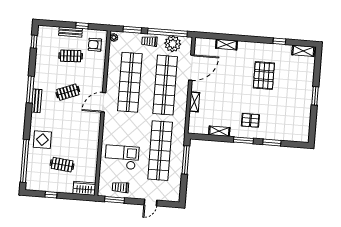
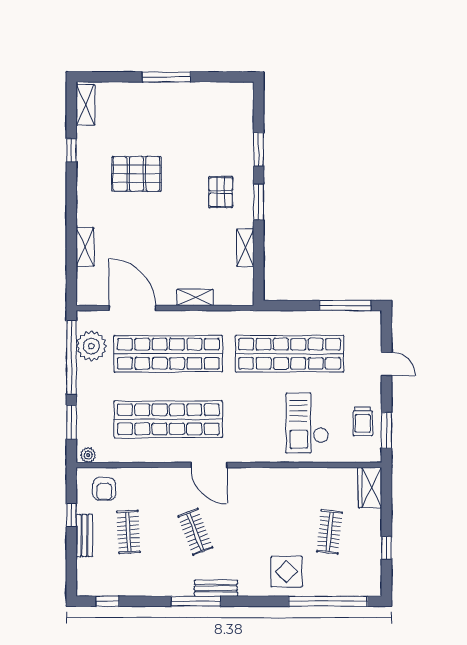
trolley: (149, 41) -> (90, 389), removed
window: (315, 96) -> (167, 77), width x1.44
window: (186, 160) -> (345, 306), moved

